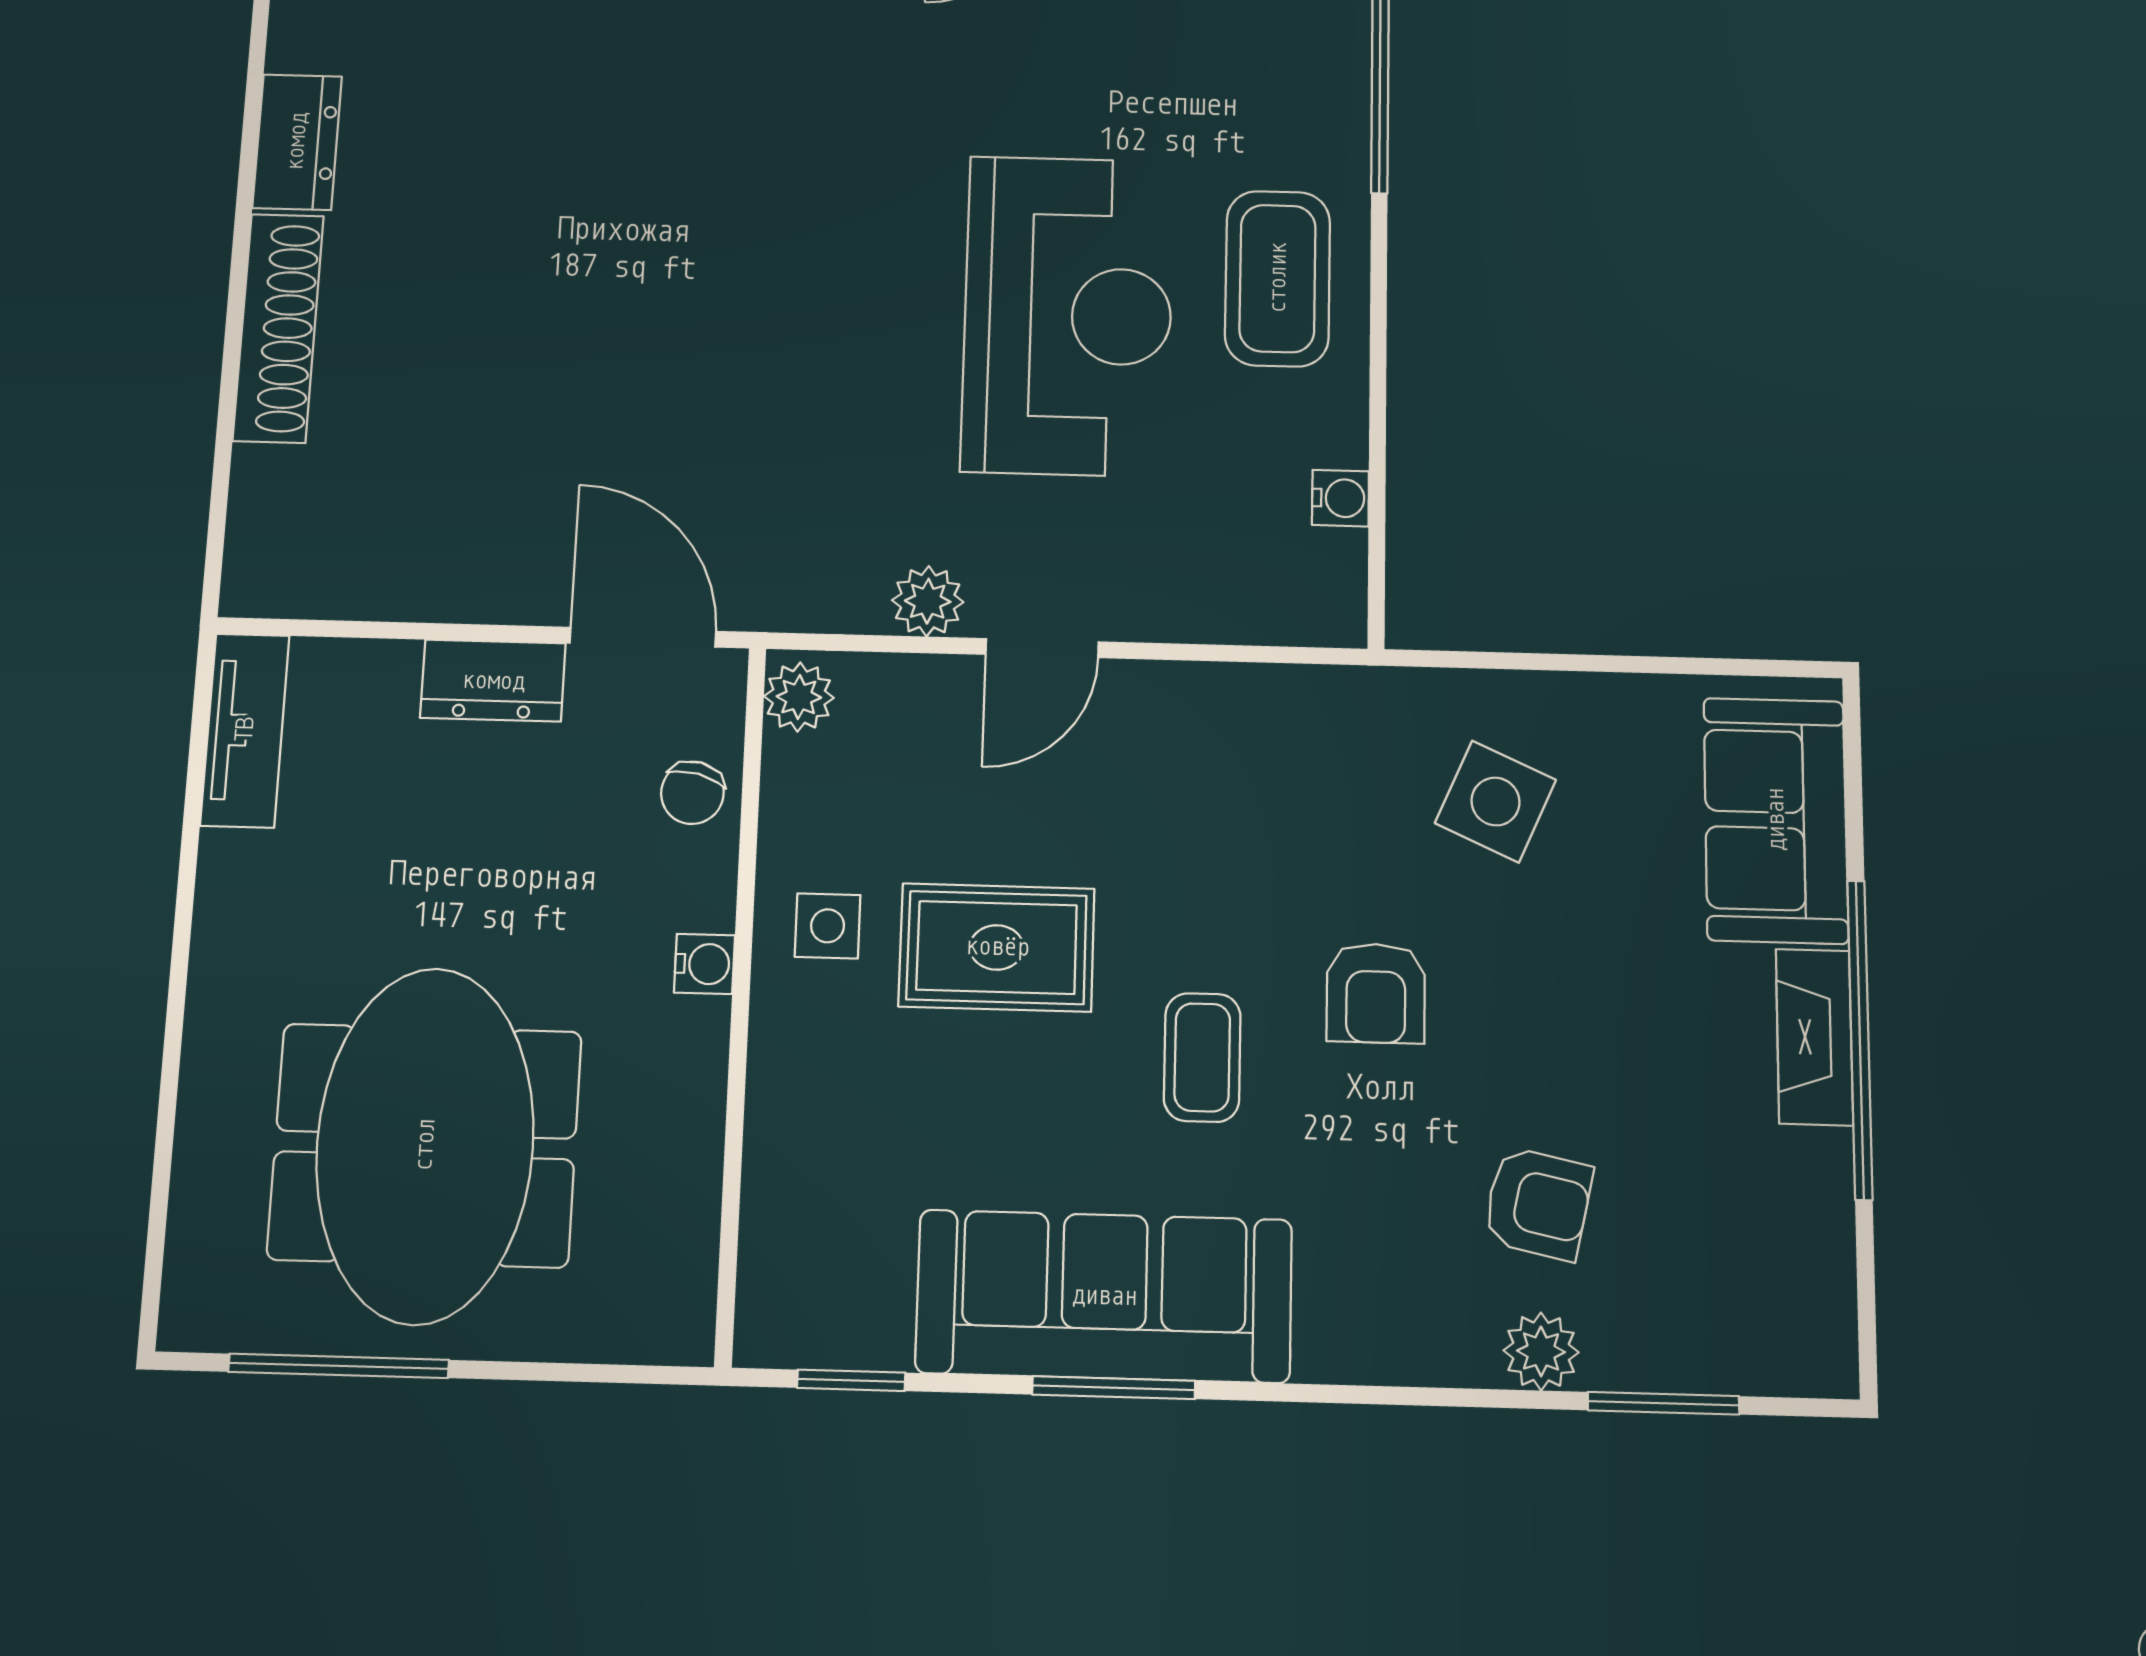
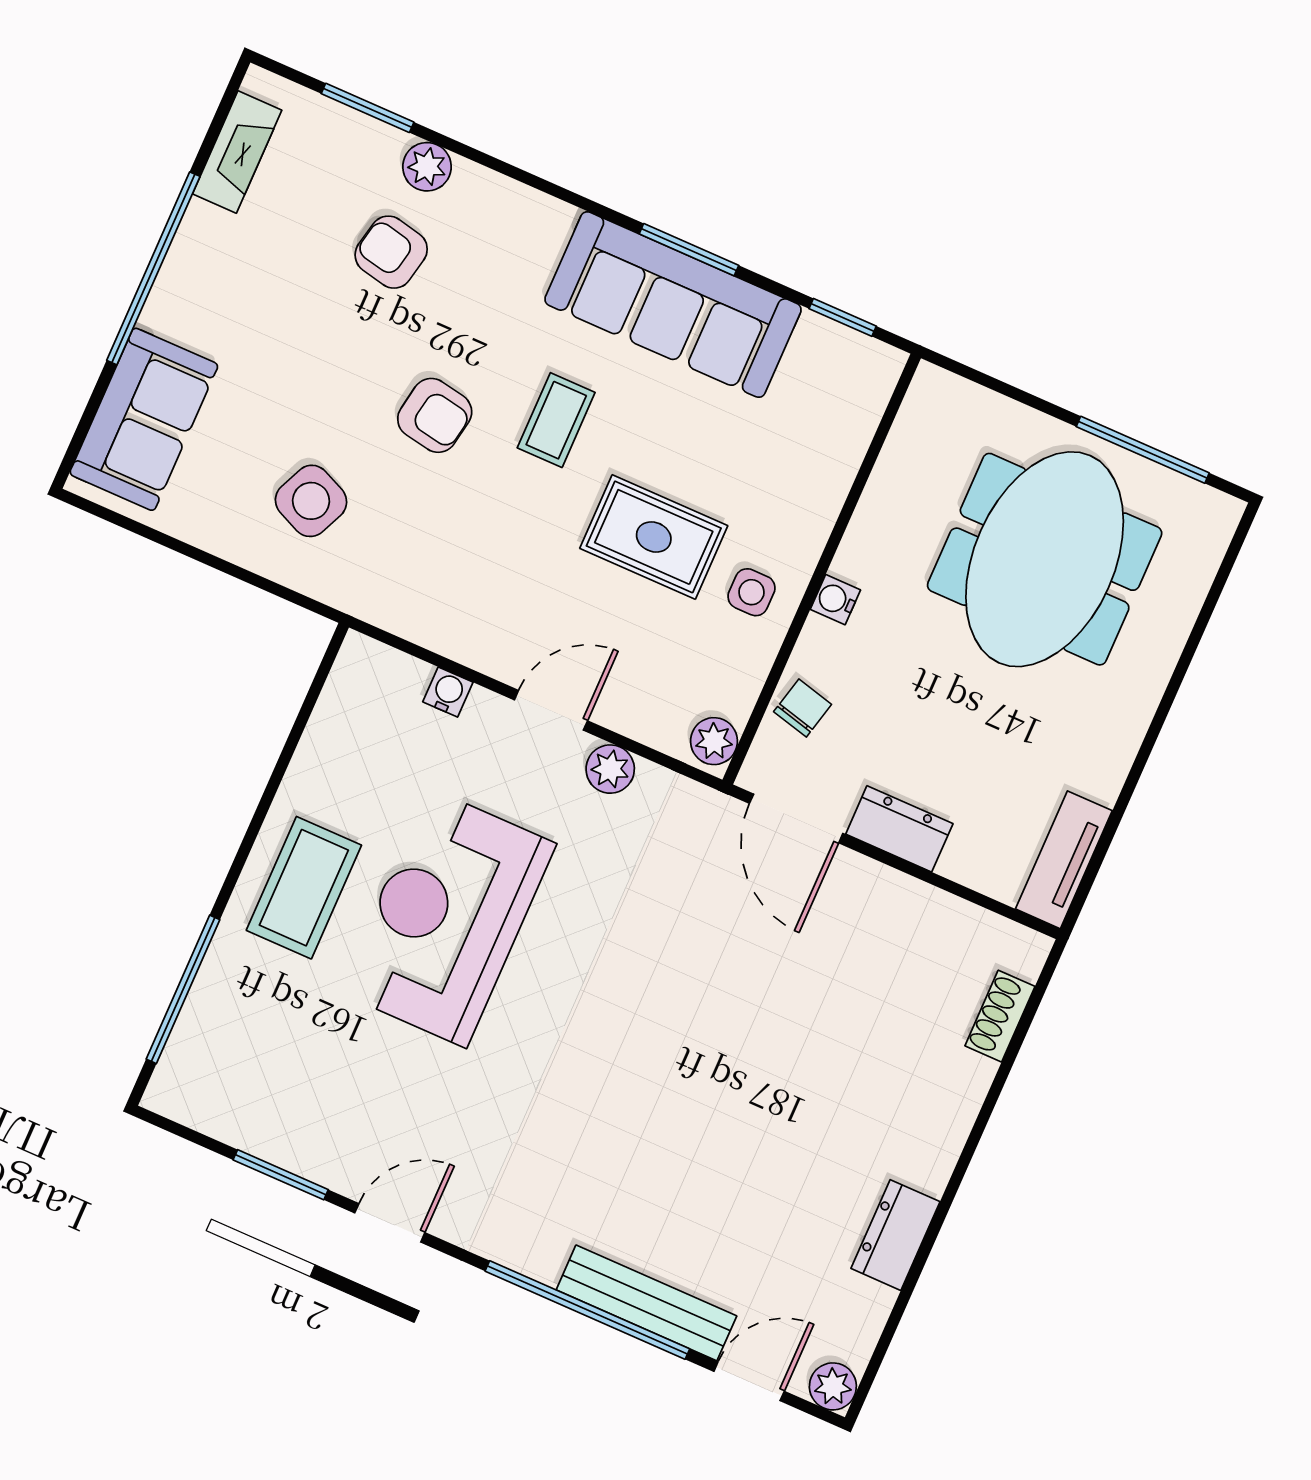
shoe rack: (278, 328) -> (1000, 1016), moved, width x0.51, depth x0.81
water cooler: (1341, 498) -> (448, 692), moved, turned 90
armchair: (1376, 993) -> (435, 415), turned 100
fireplace: (1814, 1037) -> (237, 152), moved

